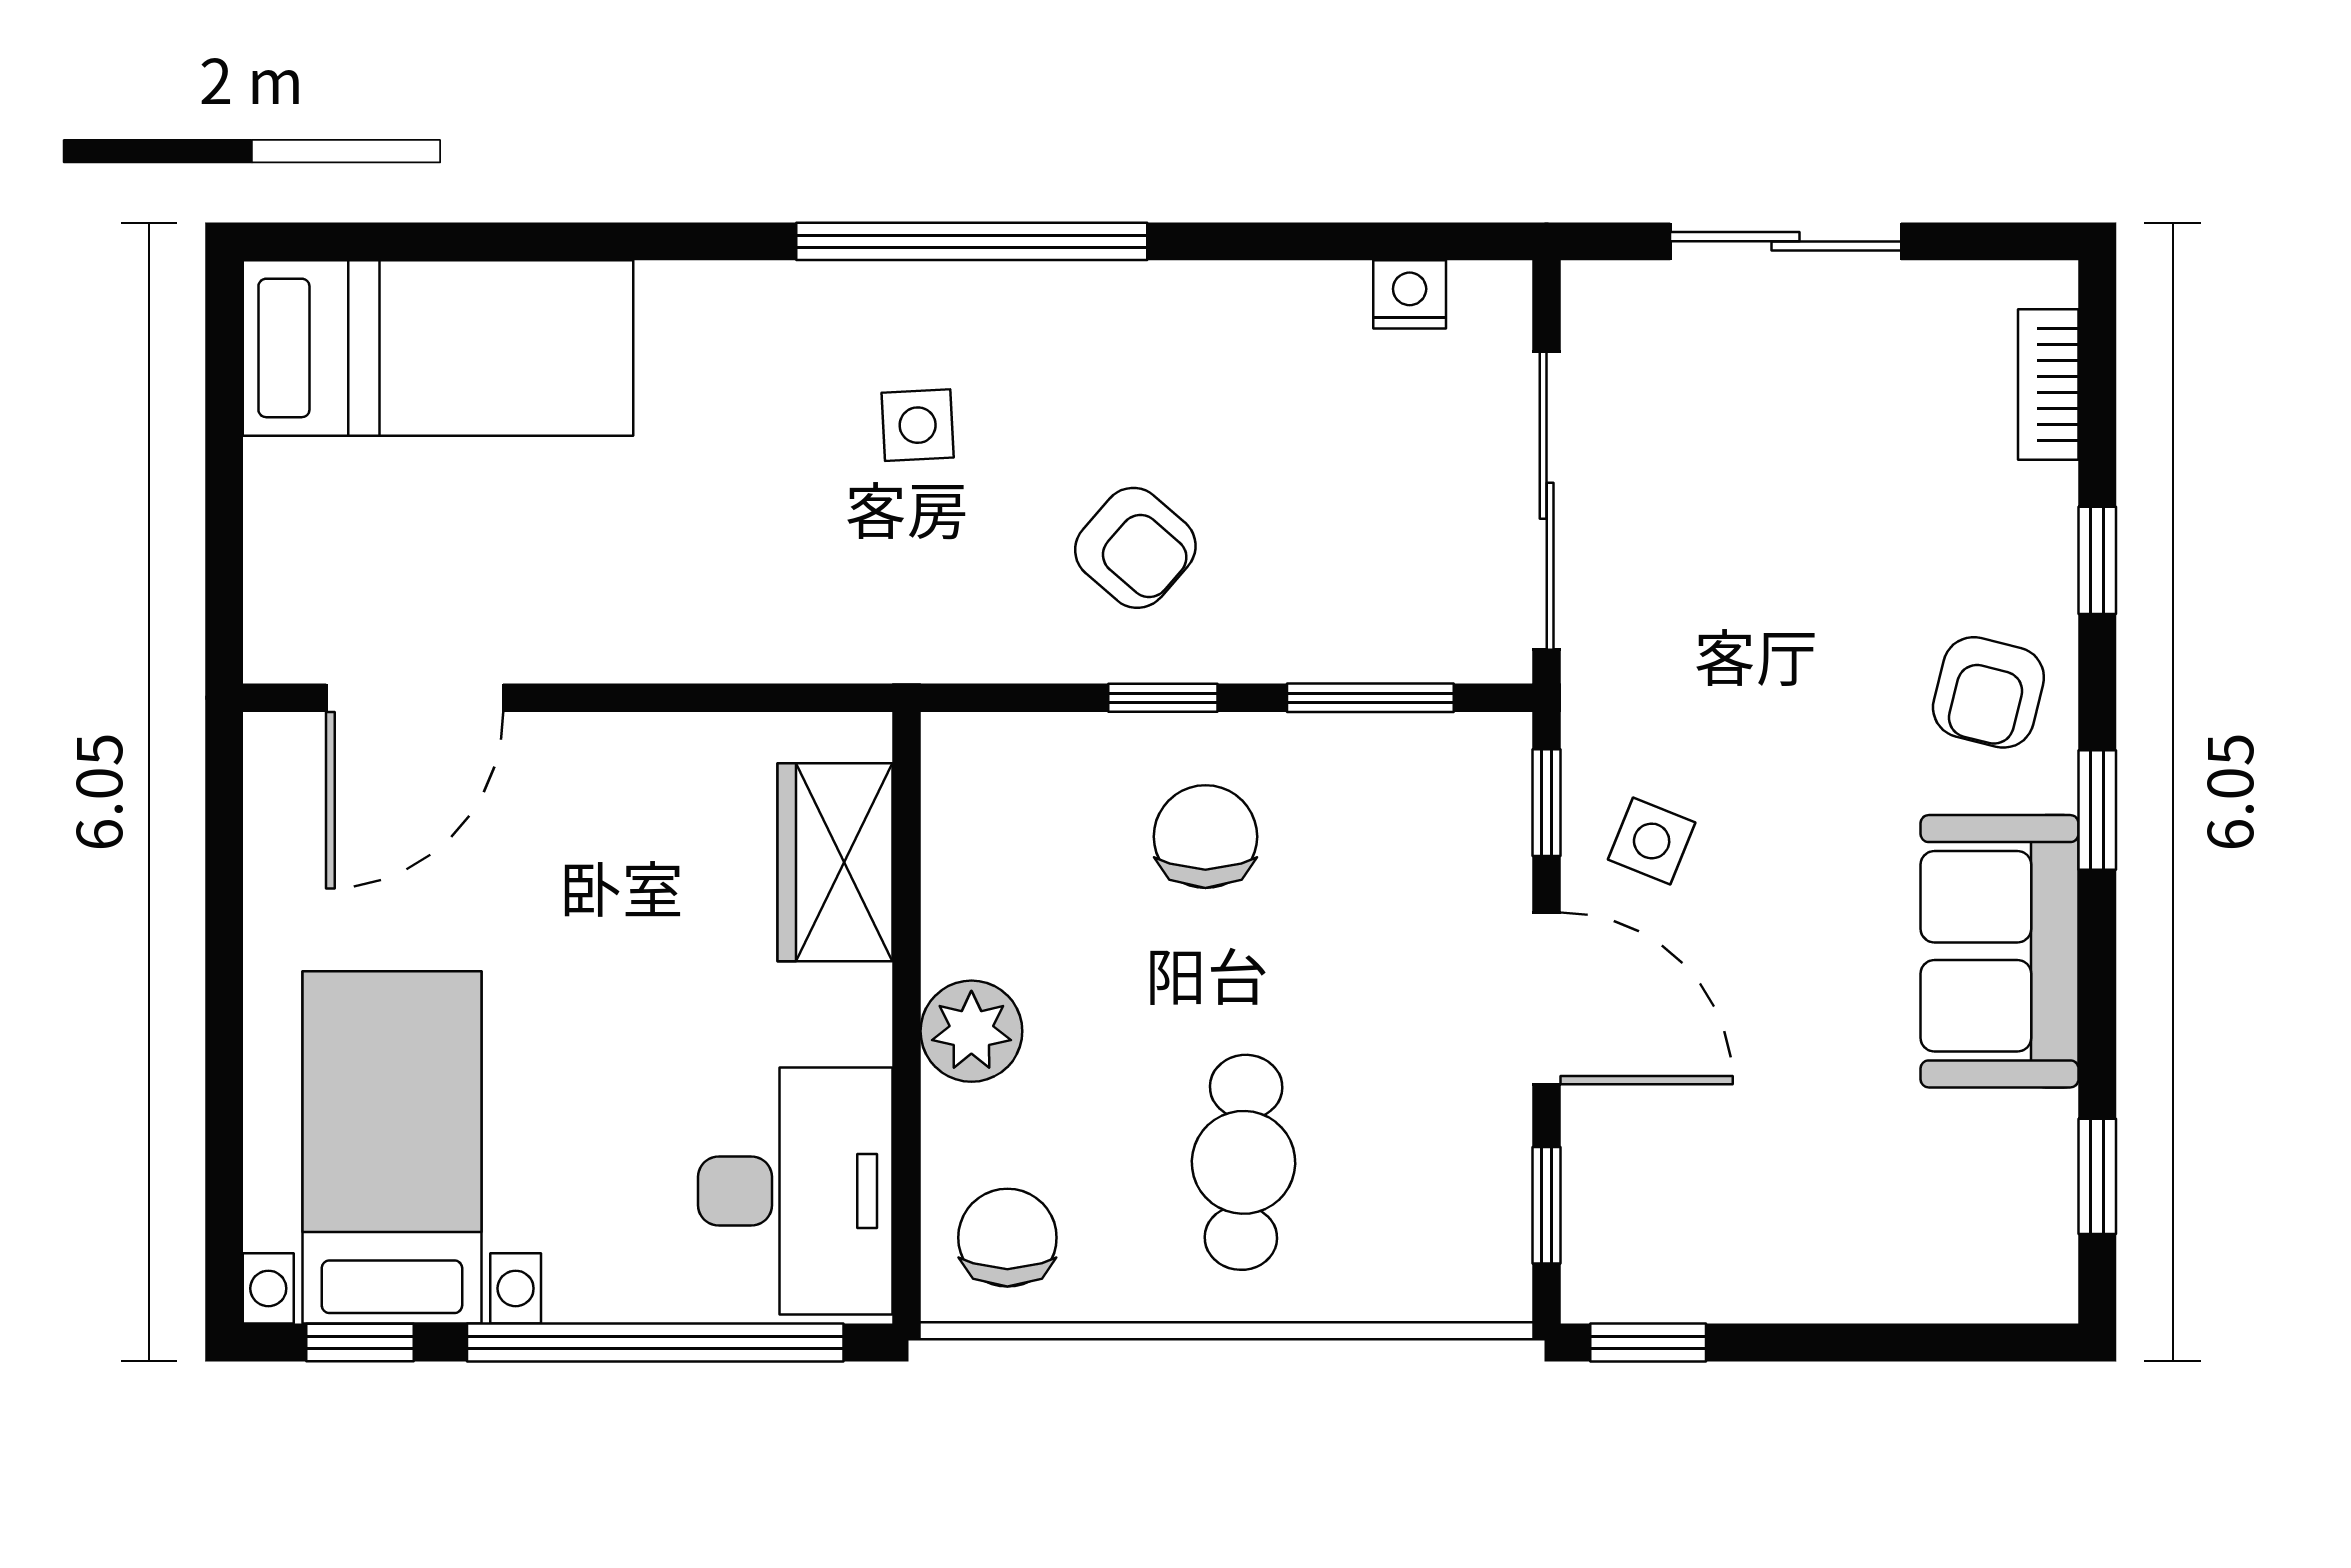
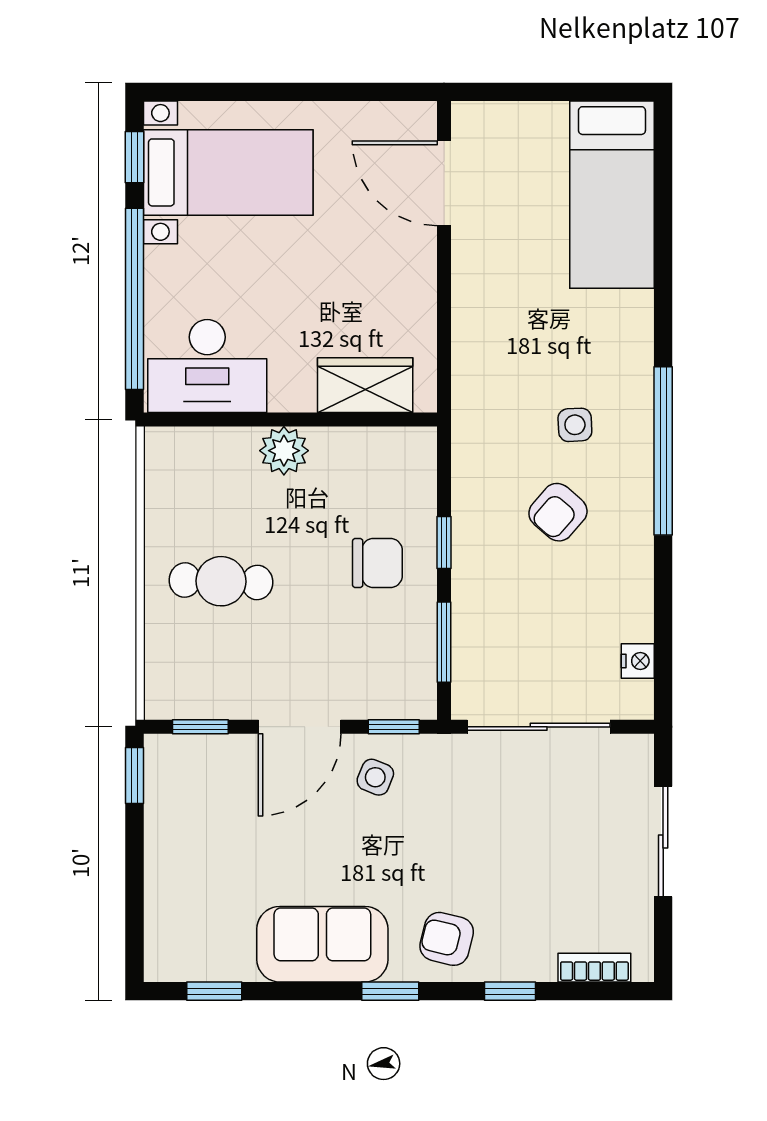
armchair: (1135, 548) -> (558, 512), moved
chair: (1007, 1238) -> (185, 468), removed

